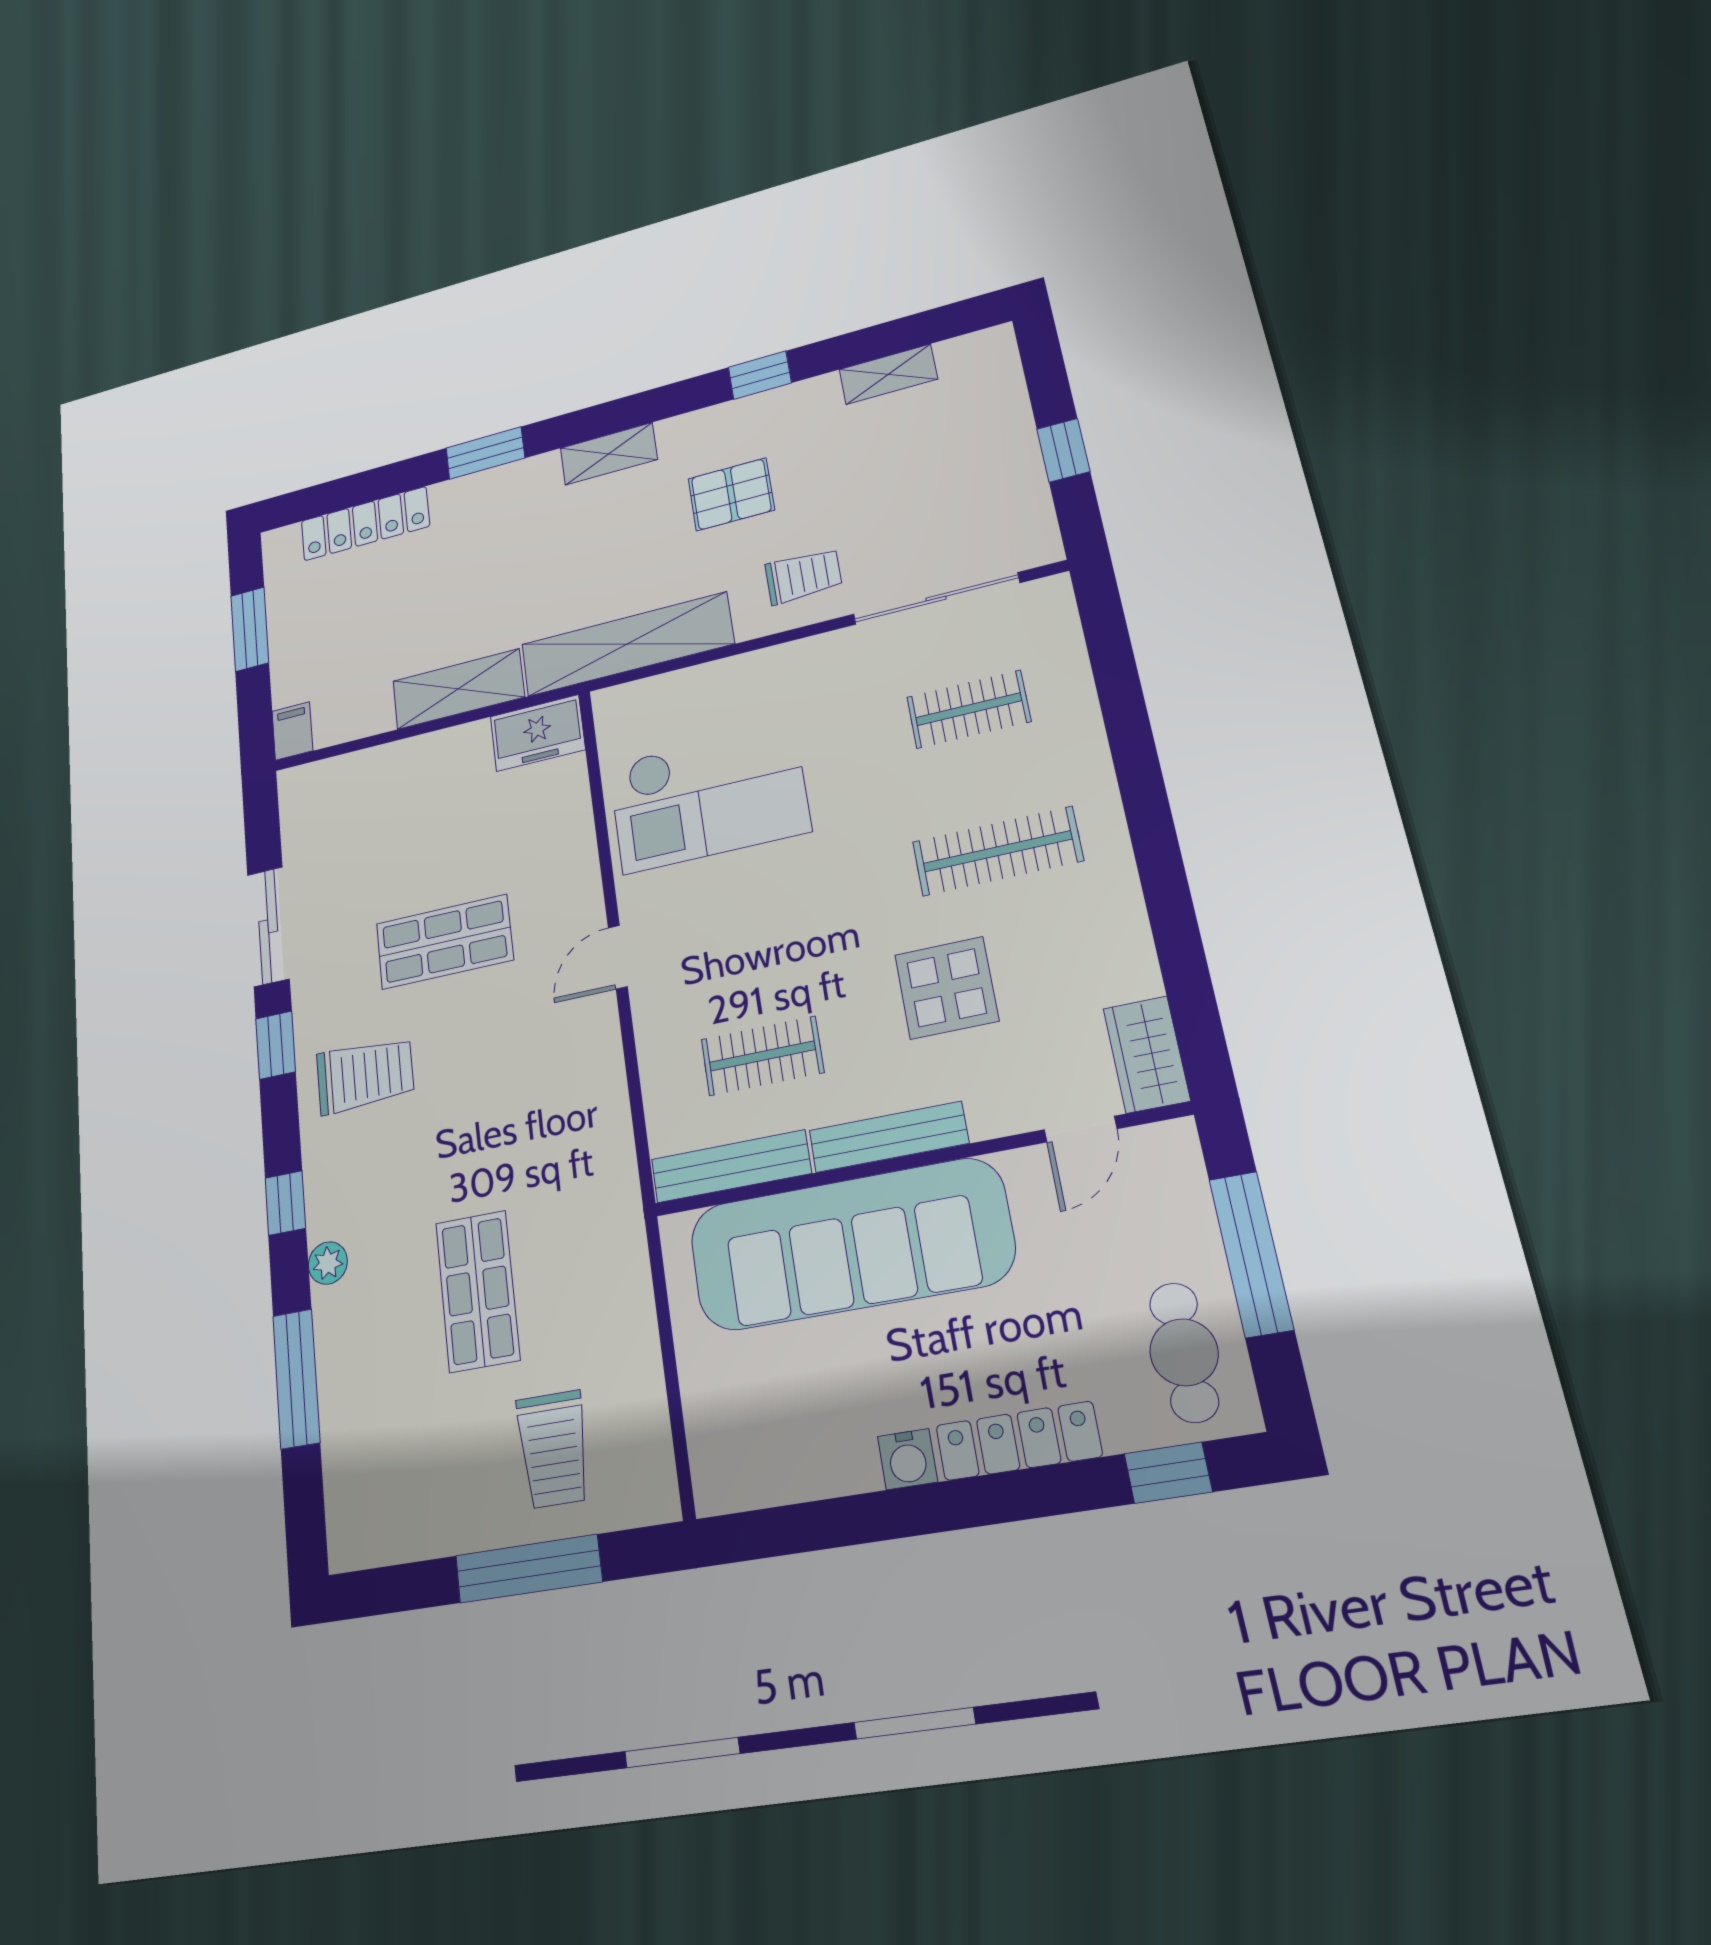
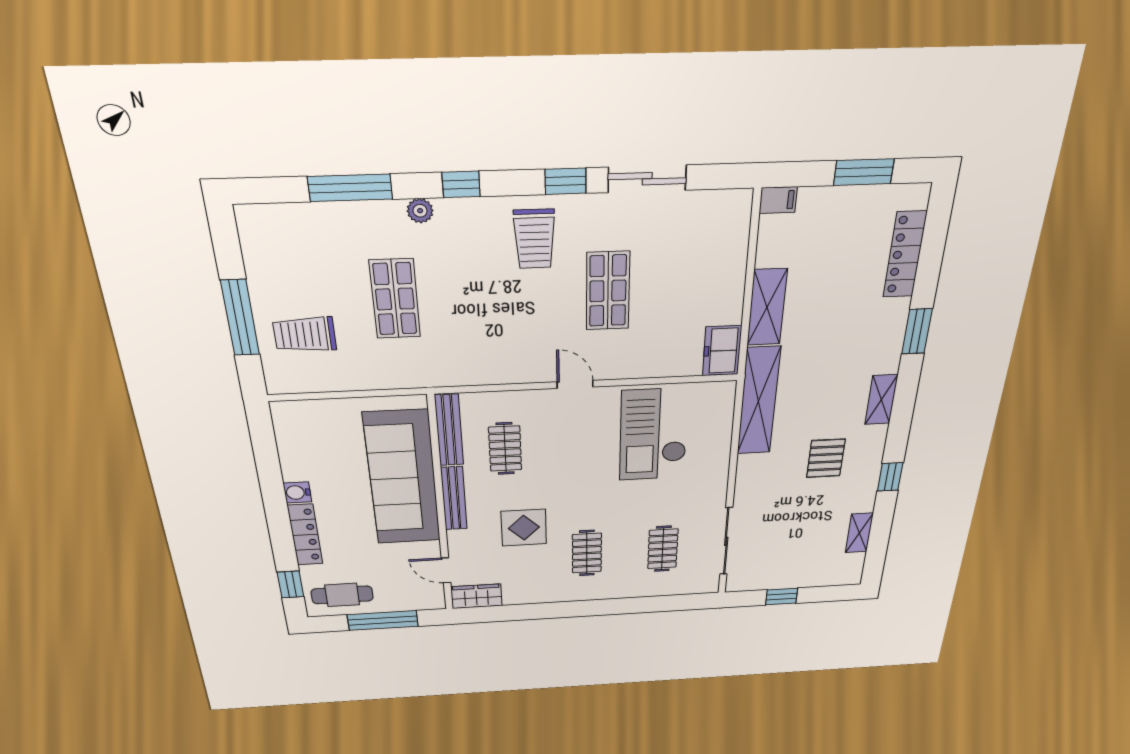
trolley: (803, 576) -> (763, 487), removed
clothes rail: (997, 851) -> (587, 553), width x0.73
shop shelf: (478, 1291) -> (395, 299), turned 90

